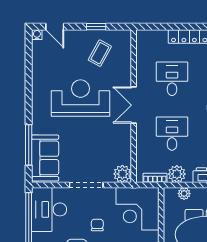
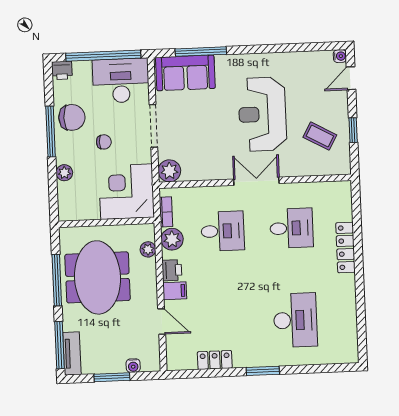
reception desk: (80, 98) -> (262, 114), turned 180

